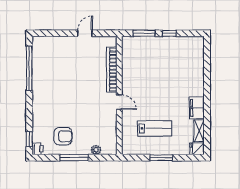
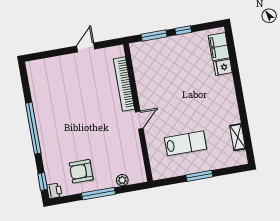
window: (29, 68) -> (33, 128), moved
door: (119, 102) -> (139, 120), hinge flipped
filing cabinet: (197, 108) -> (219, 47), moved
armchair: (63, 136) -> (81, 171), turned 180
fridge: (197, 149) -> (223, 67), moved

